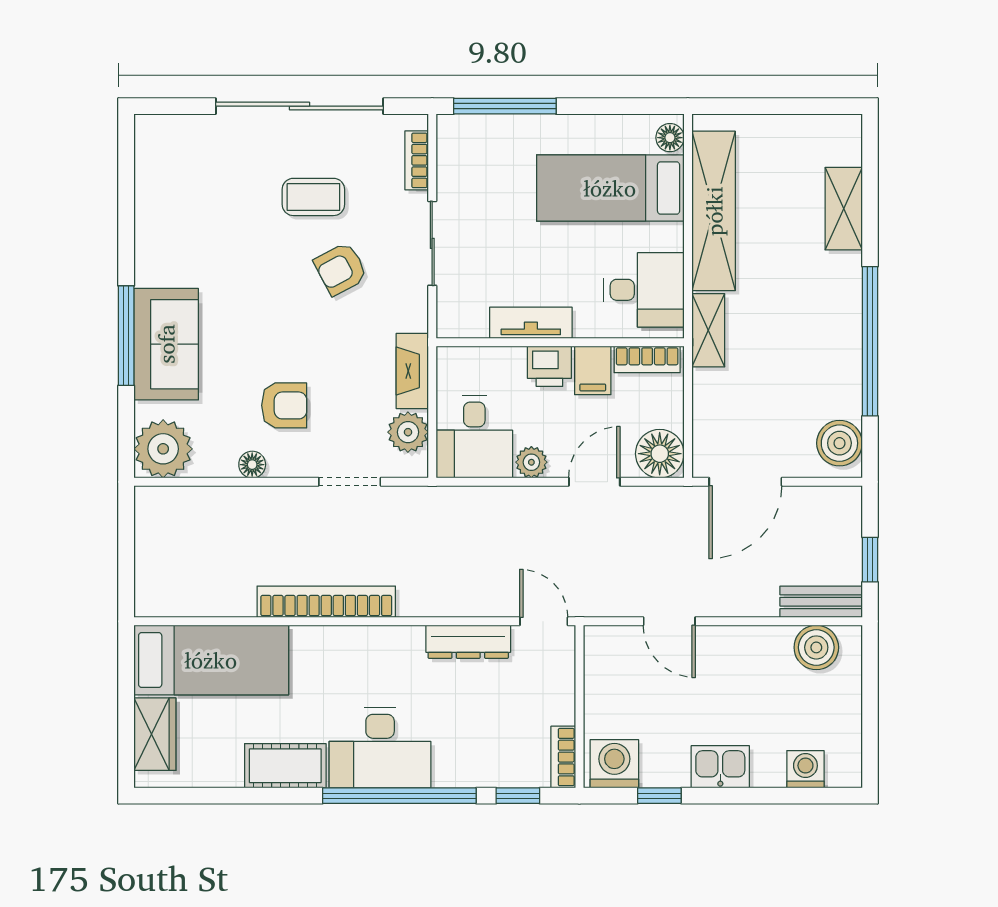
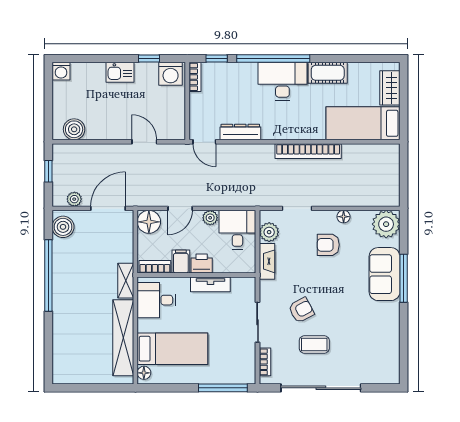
shelving: (844, 209) -> (61, 339), removed
plant: (816, 501) -> (74, 199), added
bench: (821, 602) -> (72, 151), removed
washing machine: (805, 769) -> (61, 71), moved

